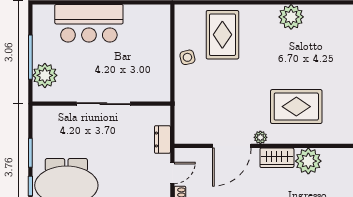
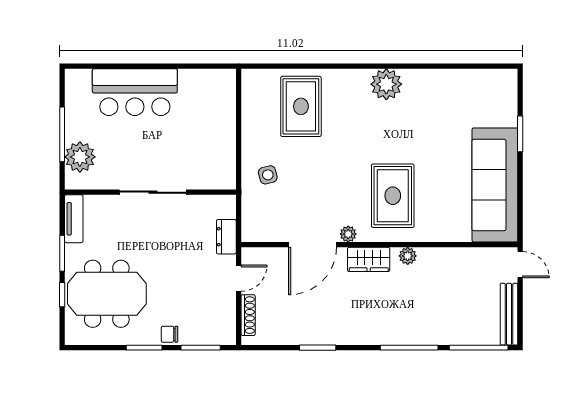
side table: (187, 57) -> (268, 175), moved
rug: (296, 107) -> (393, 196), turned 90
tv unit: (40, 125) -> (74, 219), added
plant: (308, 161) -> (408, 256), width x0.53, depth x0.53

